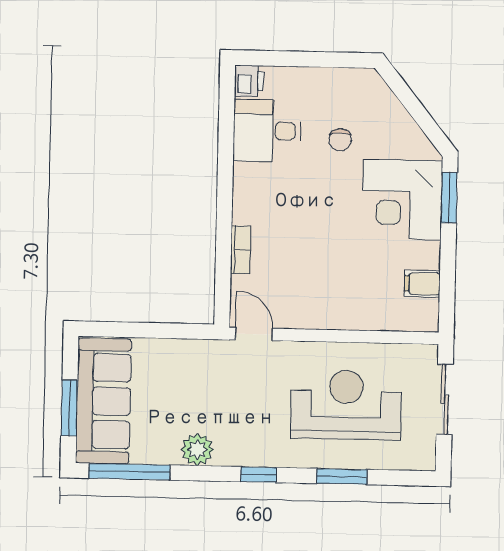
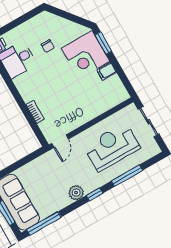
filing cabinet: (422, 284) -> (107, 71), moved
door: (254, 334) -> (60, 141), swing flipped
plant: (197, 450) -> (76, 193), moved
window: (342, 476) -> (127, 176), width x1.44

